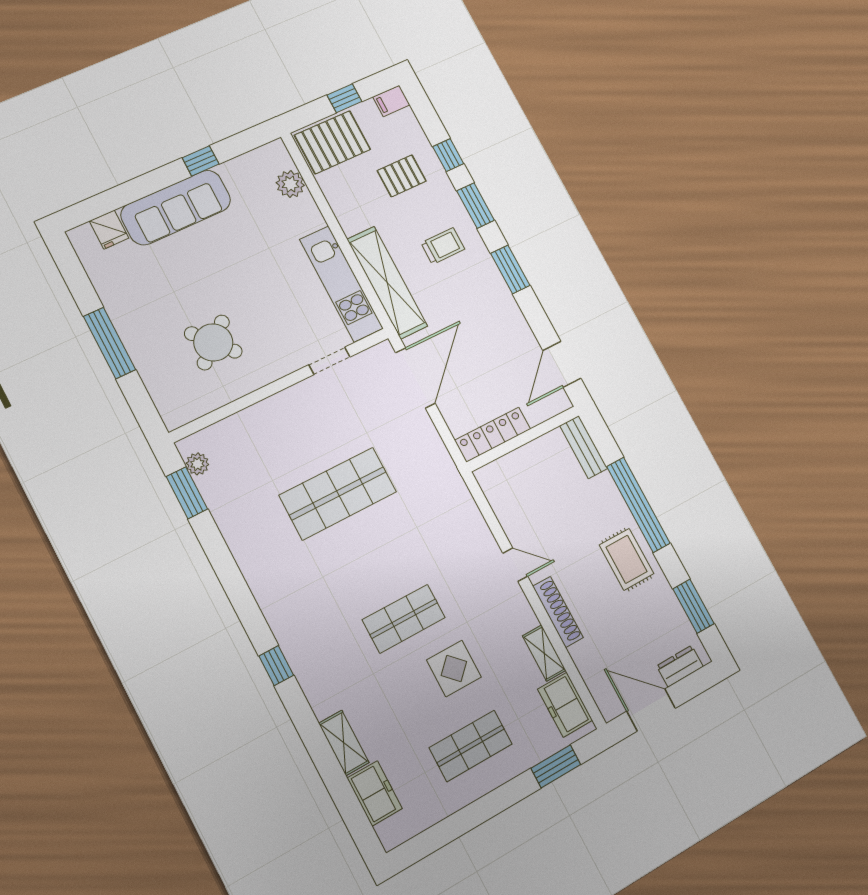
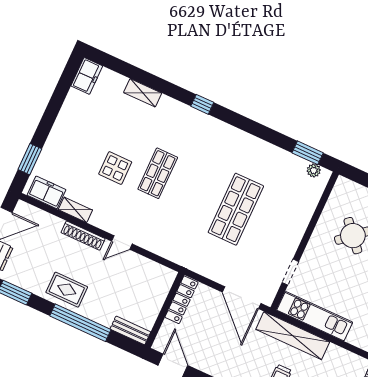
shop shelf: (471, 746) -> (80, 137), removed
freezer: (375, 793) -> (87, 76), moved, turned -90

